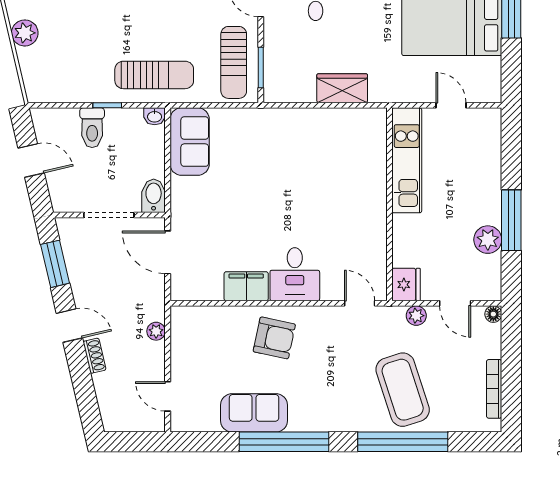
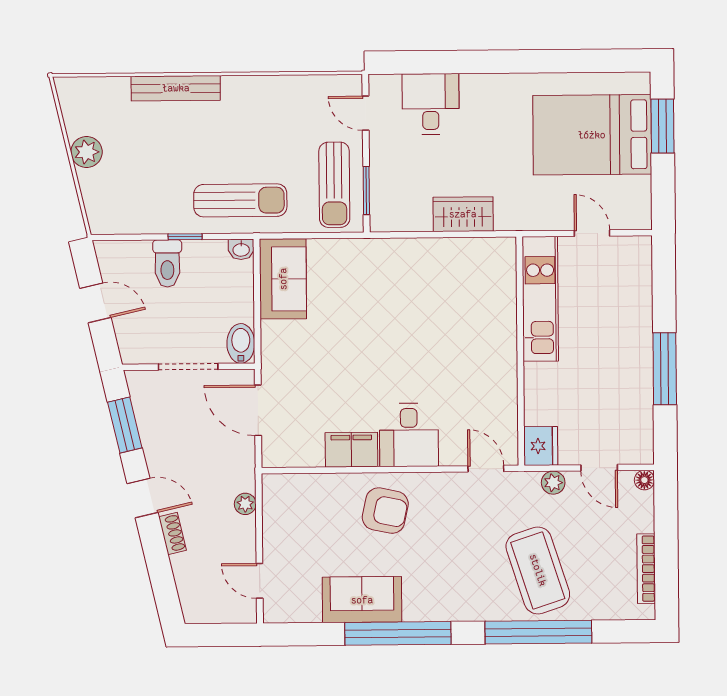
plant: (488, 240) -> (637, 392), removed

